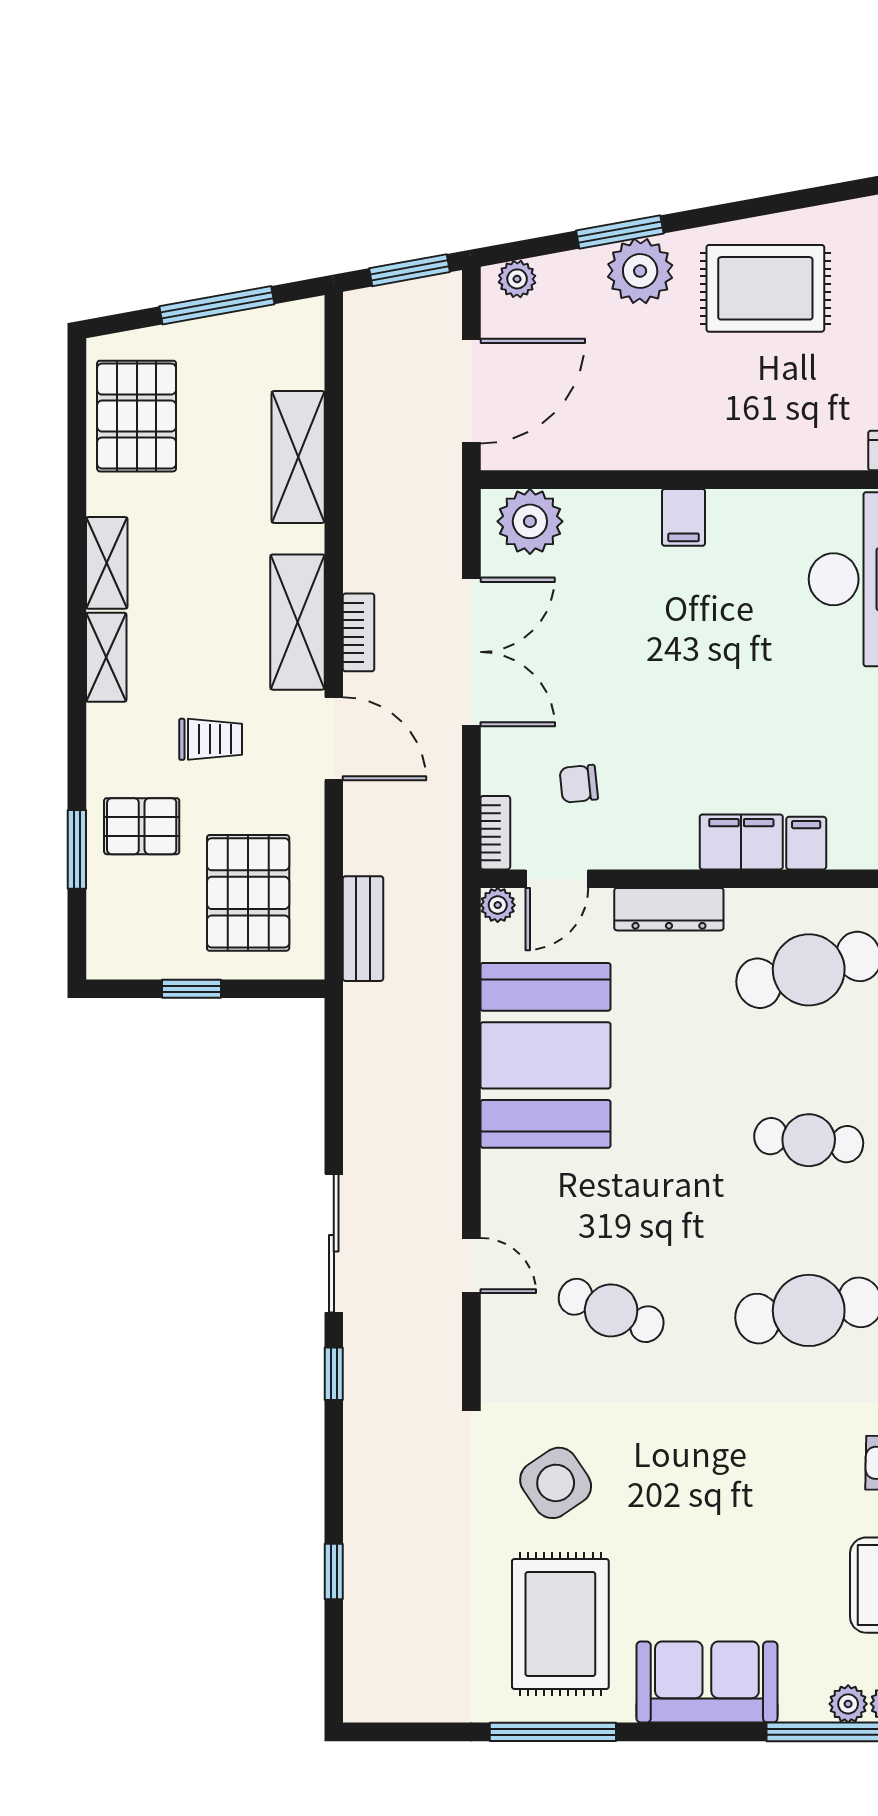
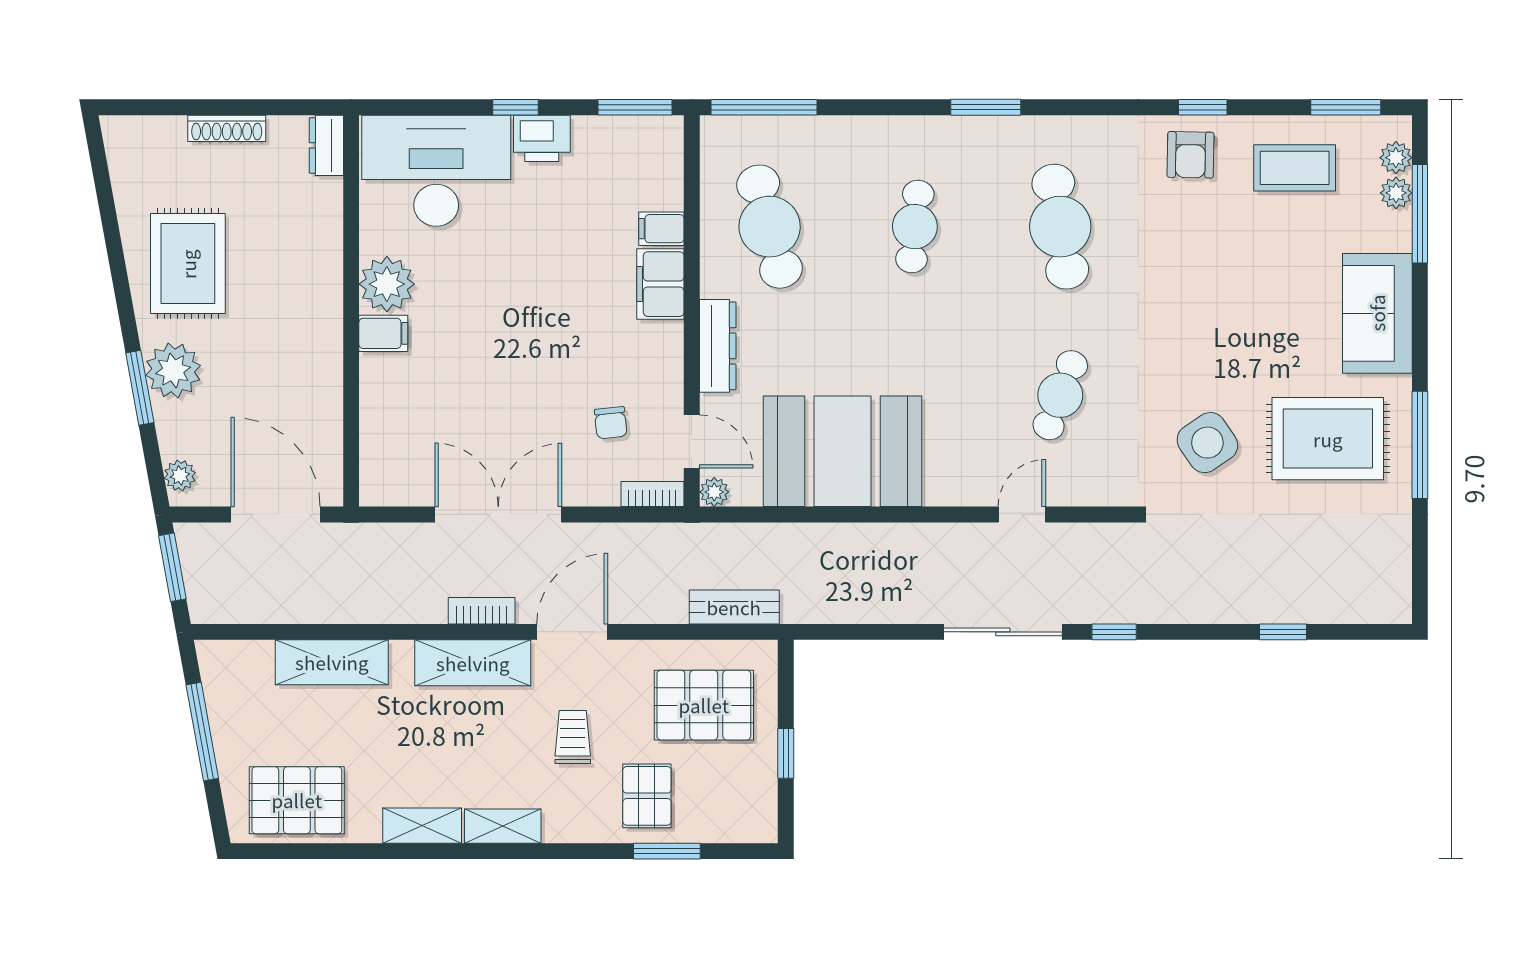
plant: (530, 521) -> (387, 284), moved

